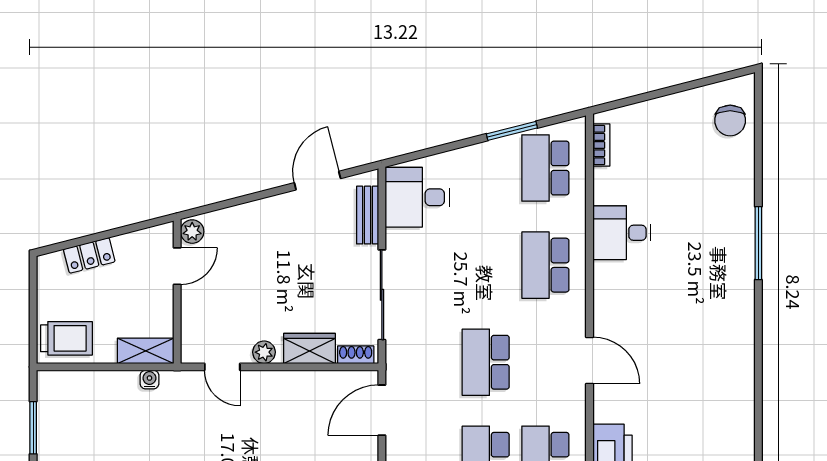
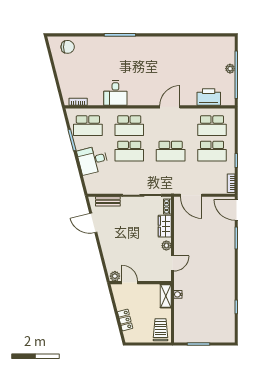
desk: (417, 197) -> (93, 160), moved, turned 76
school desk: (486, 265) -> (129, 151), added

